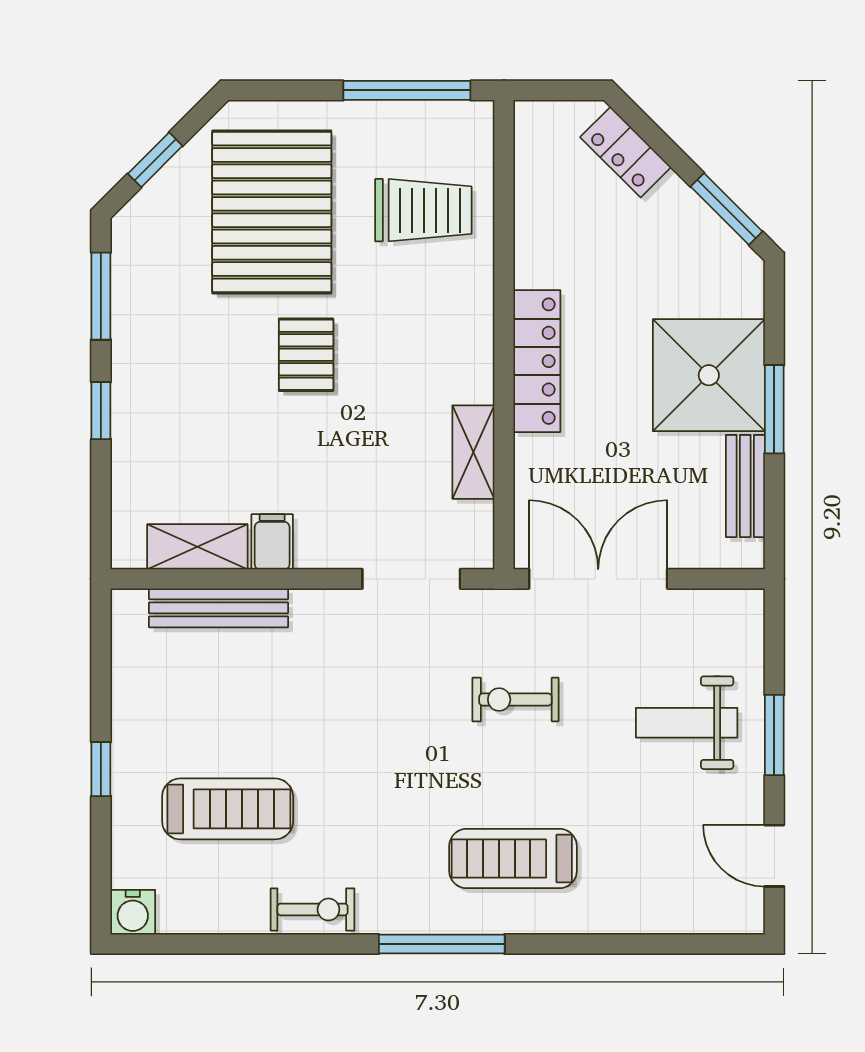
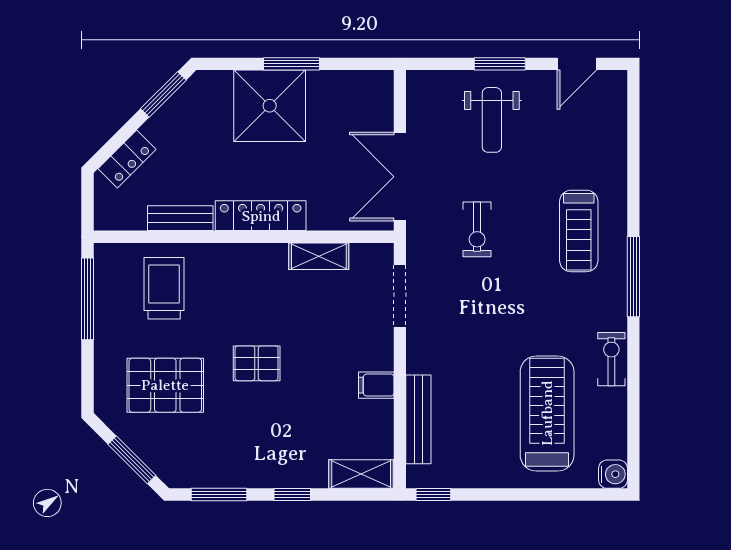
window: (155, 160) -> (132, 460), width x1.50
pallet: (272, 212) -> (165, 385), width x0.73, depth x0.71
bench: (745, 486) -> (180, 218), moved
shelving: (197, 547) -> (361, 474), moved, turned 90
window: (101, 769) -> (433, 495), moved
treadmill: (228, 809) -> (547, 413), width x1.37, depth x1.38

